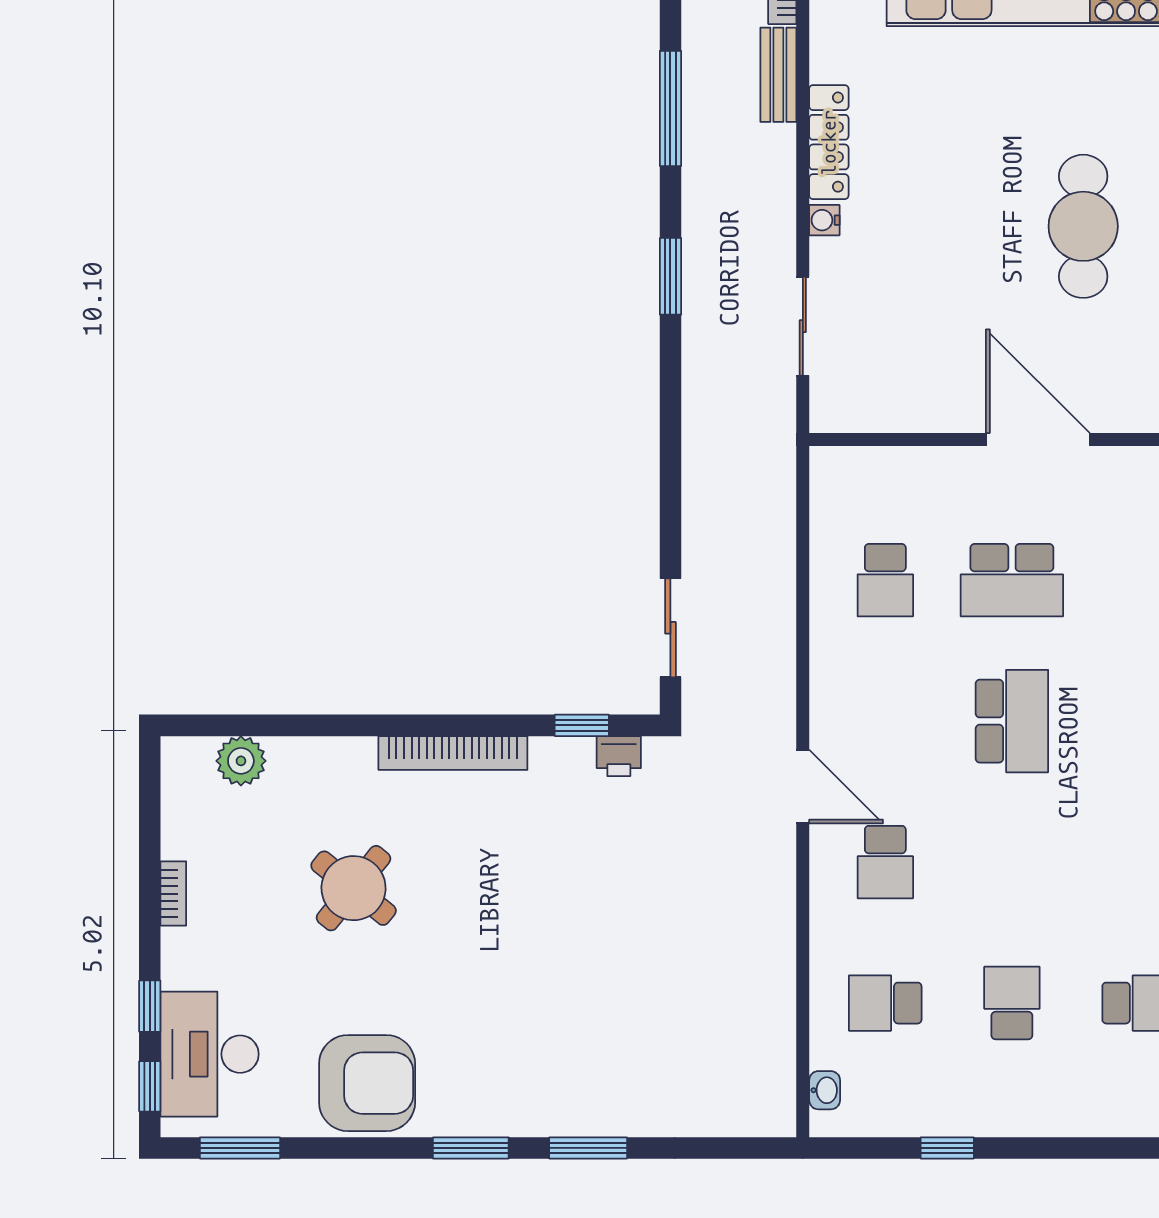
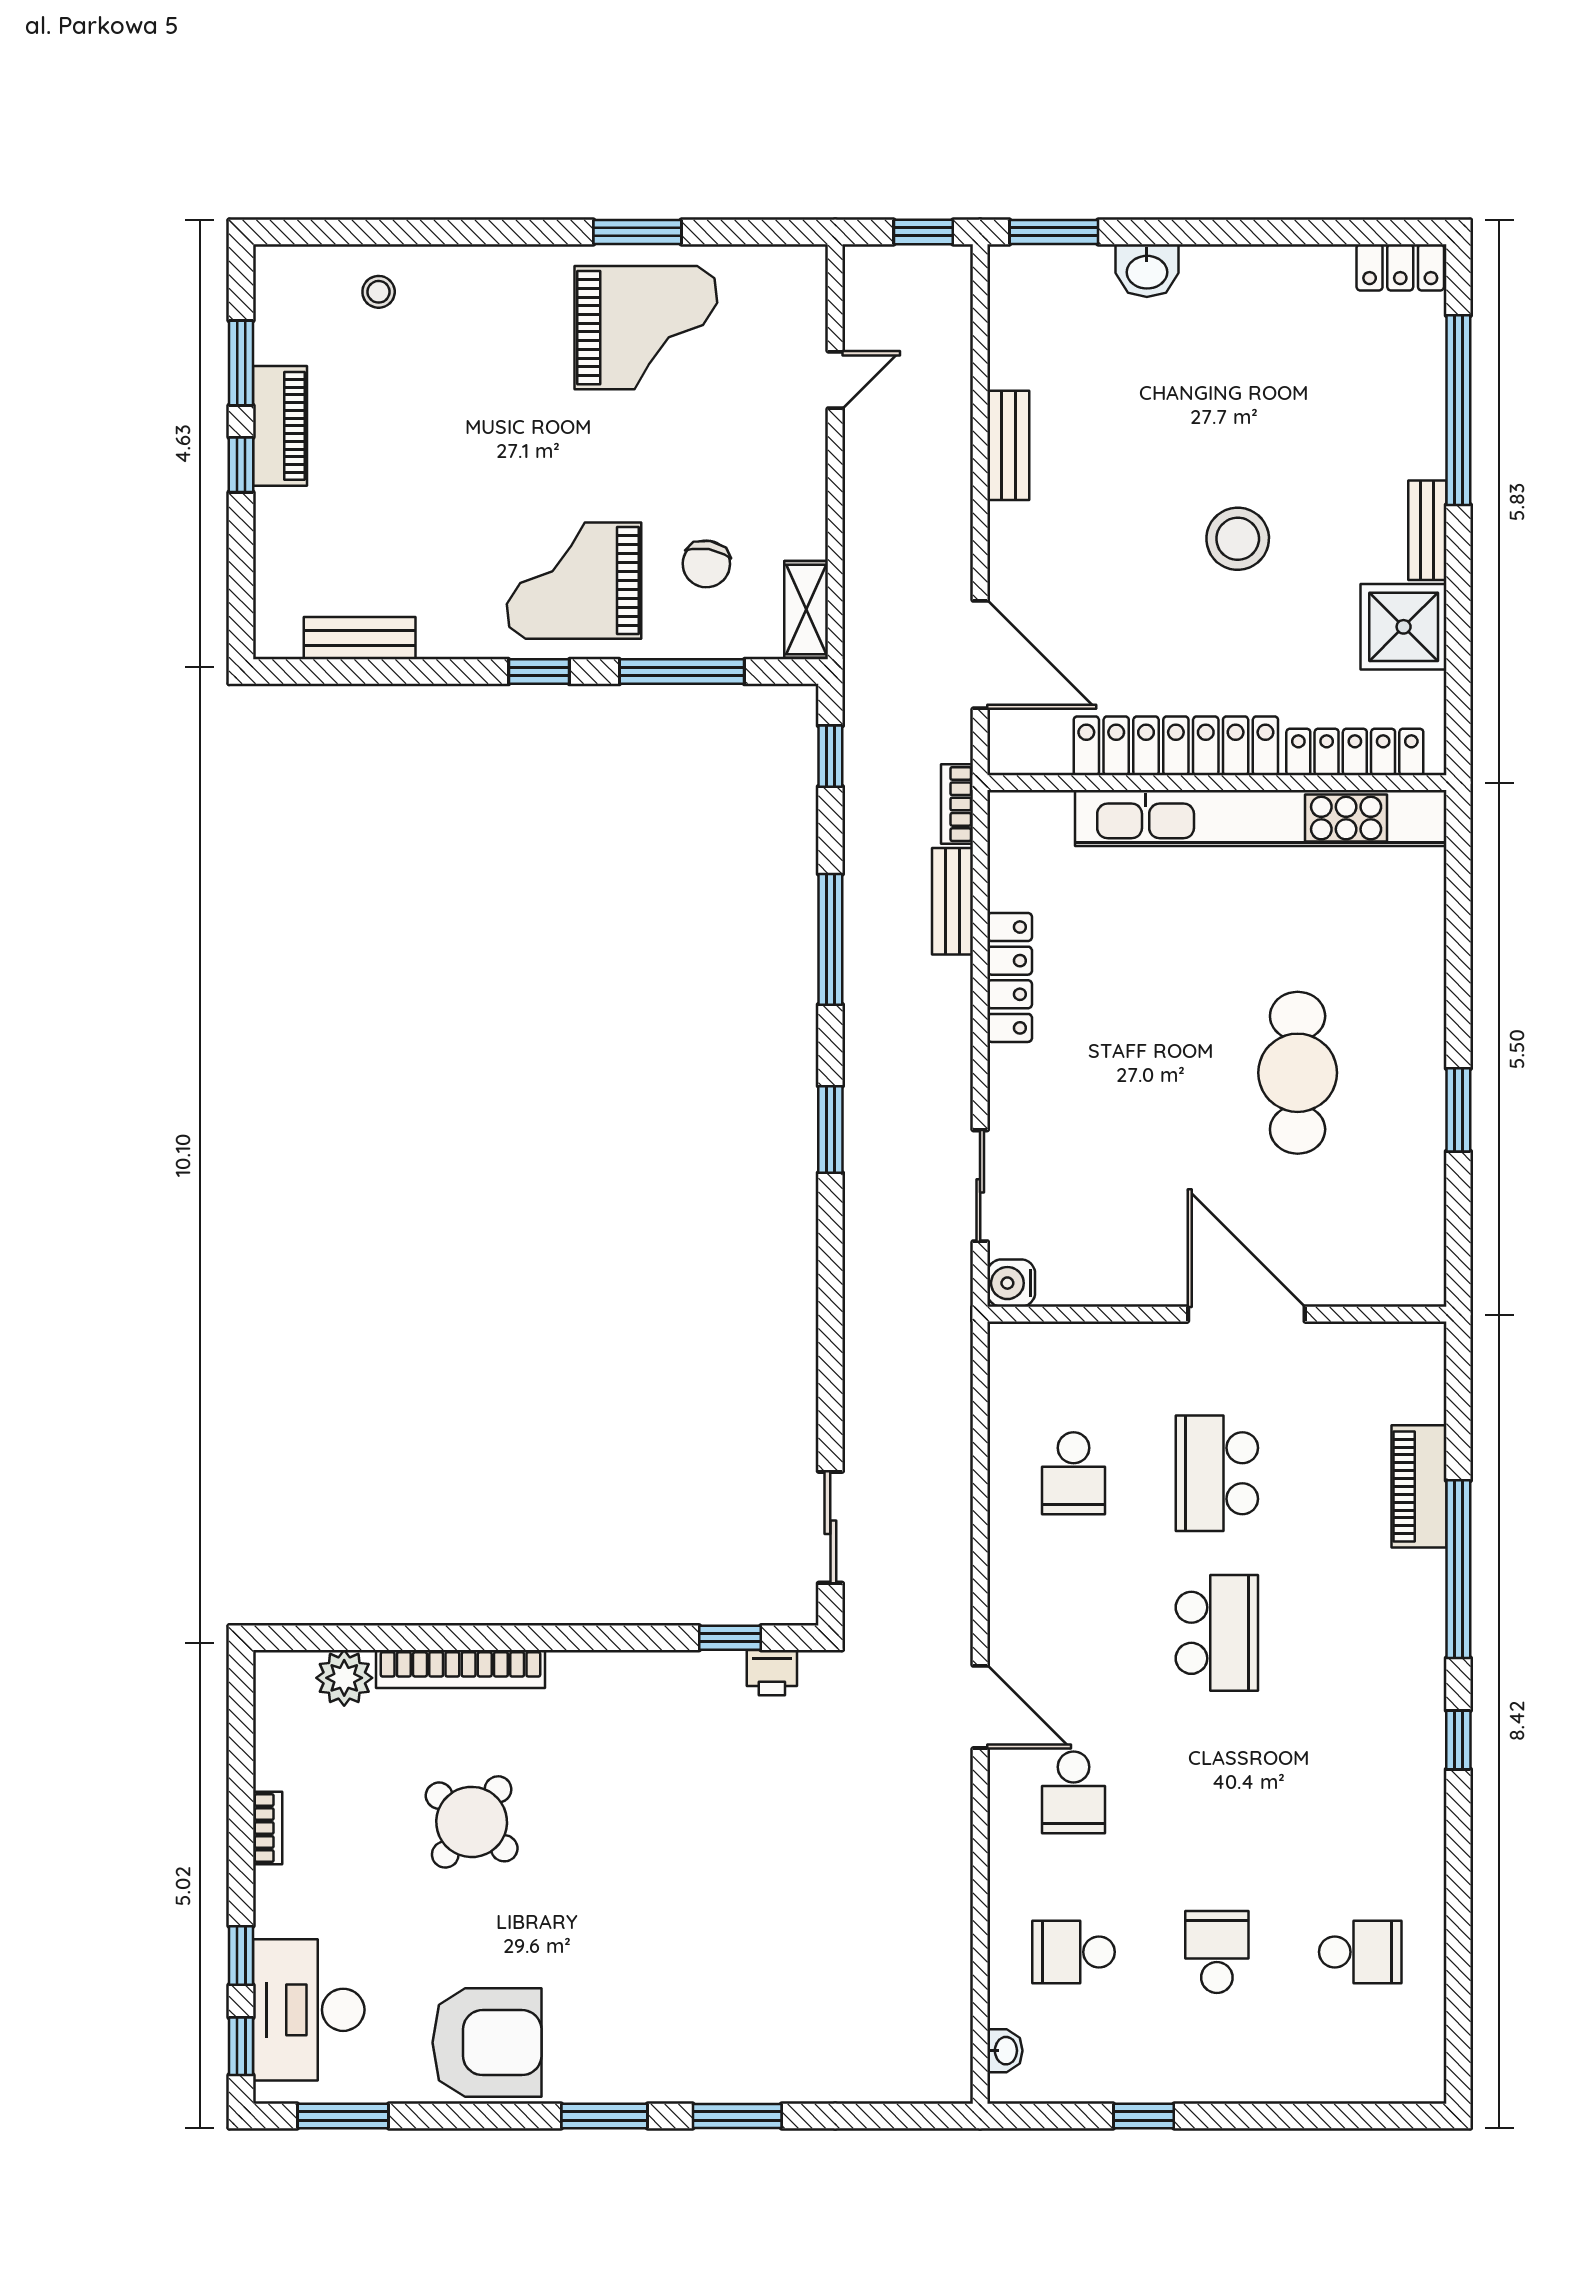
water cooler: (824, 220) -> (1011, 1283), moved, width x1.38, depth x1.38
school desk: (1012, 580) -> (1217, 1473), turned 90
bookcase: (453, 753) -> (460, 1669), moved

